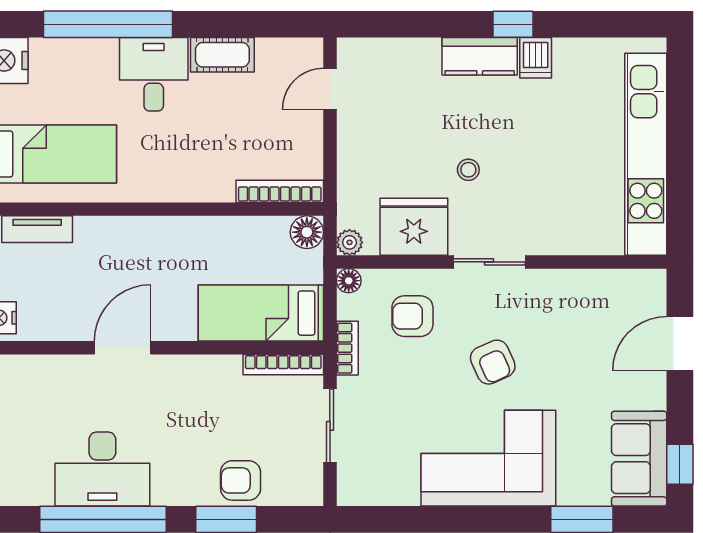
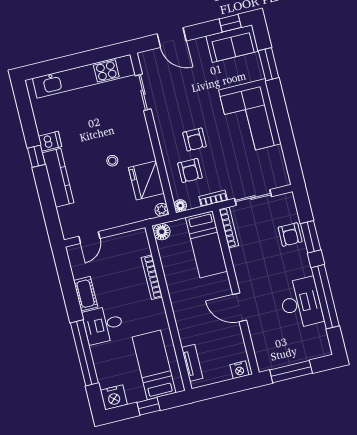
kitchen counter: (480, 56) -> (58, 178), width x1.50
door: (330, 89) -> (89, 237), hinge flipped
bookcase: (280, 191) -> (152, 277), moved
sliding door: (489, 262) -> (143, 92), moved
armchair: (493, 362) -> (195, 140), moved, turned 114

